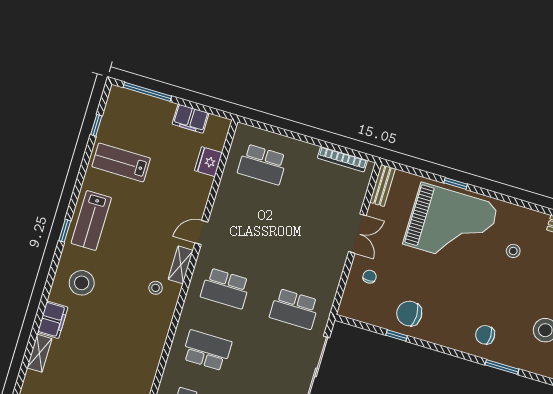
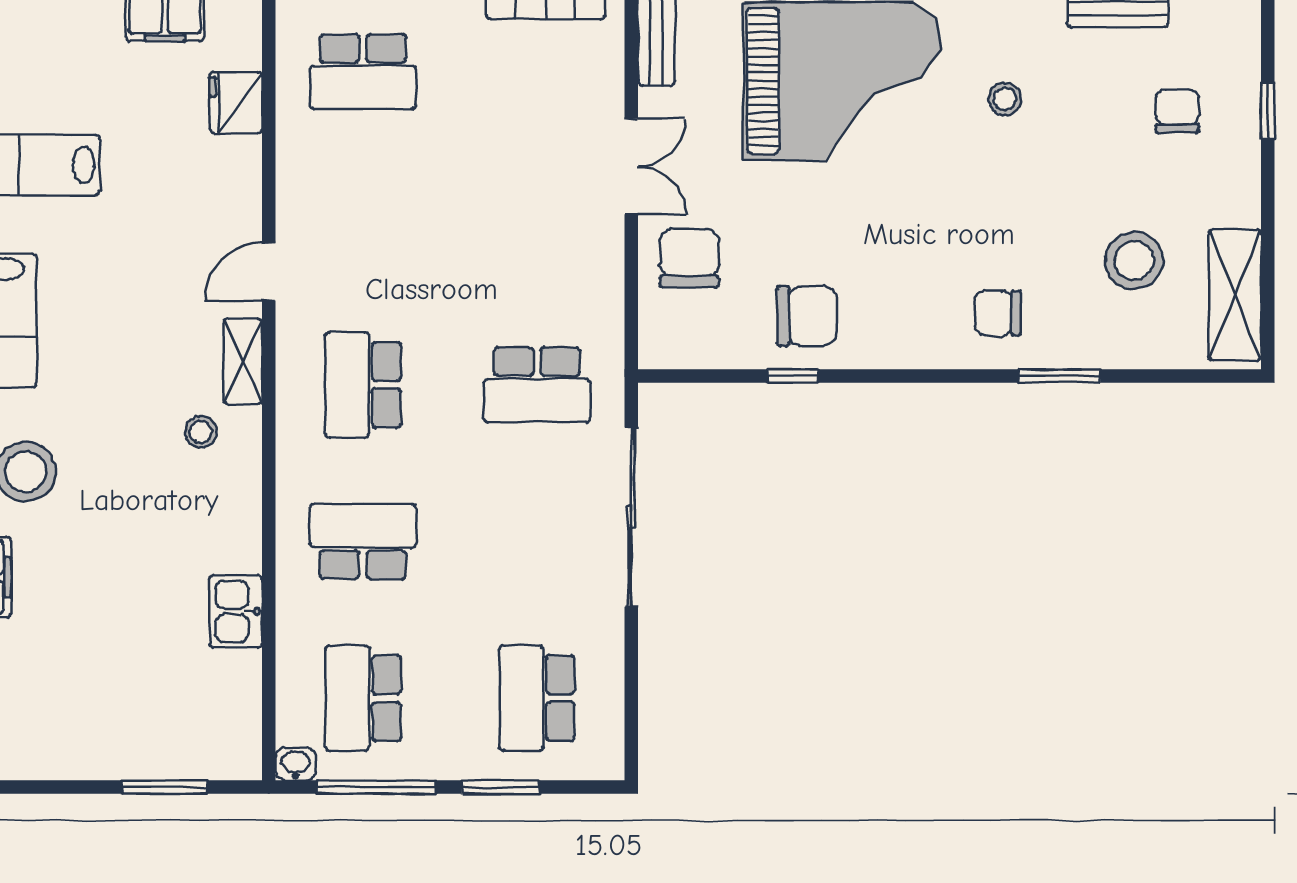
chair: (370, 277) -> (689, 258), width x1.87, depth x1.87
school desk: (225, 288) -> (363, 385), turned 90
chair: (409, 314) -> (807, 316), turned 180
kitchen sink: (148, 363) -> (236, 612), added

